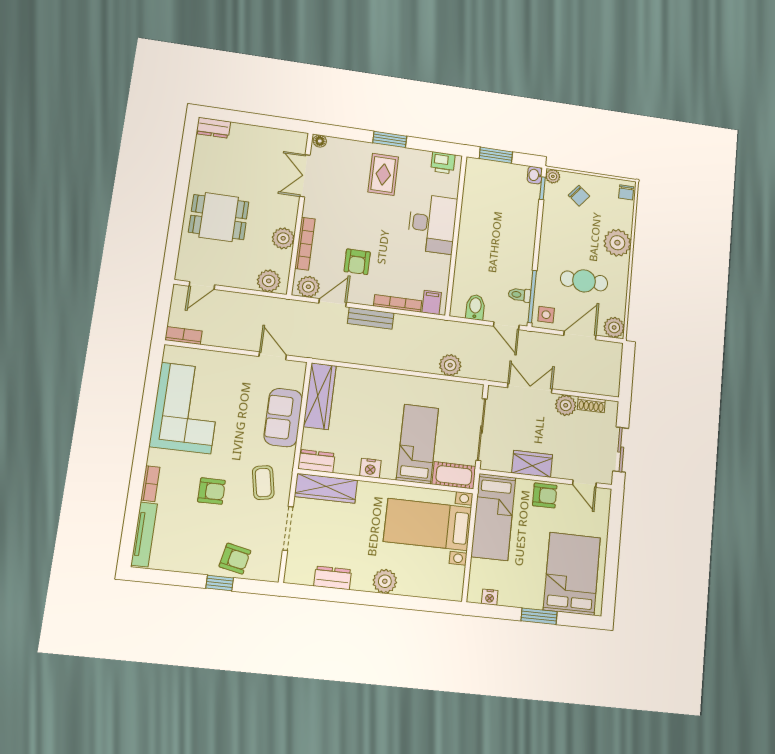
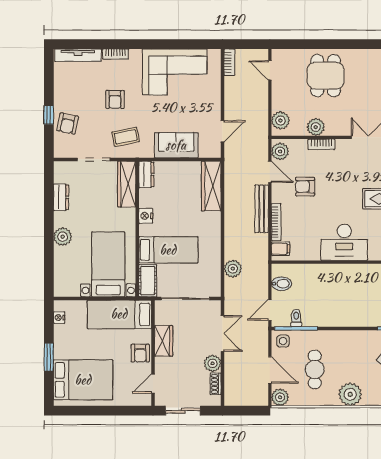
bookcase: (305, 244) -> (321, 144), width x0.64
bench: (371, 318) -> (262, 209), width x1.36
wardrobe: (320, 396) -> (211, 186), moved, turned 90

